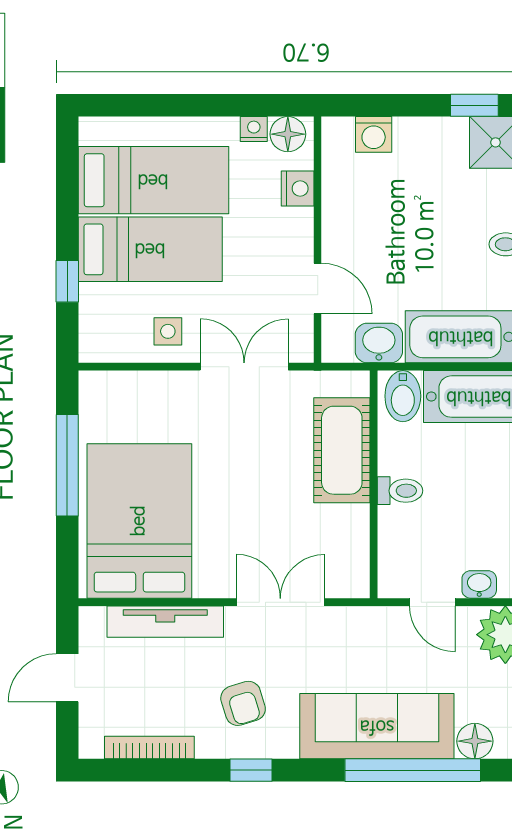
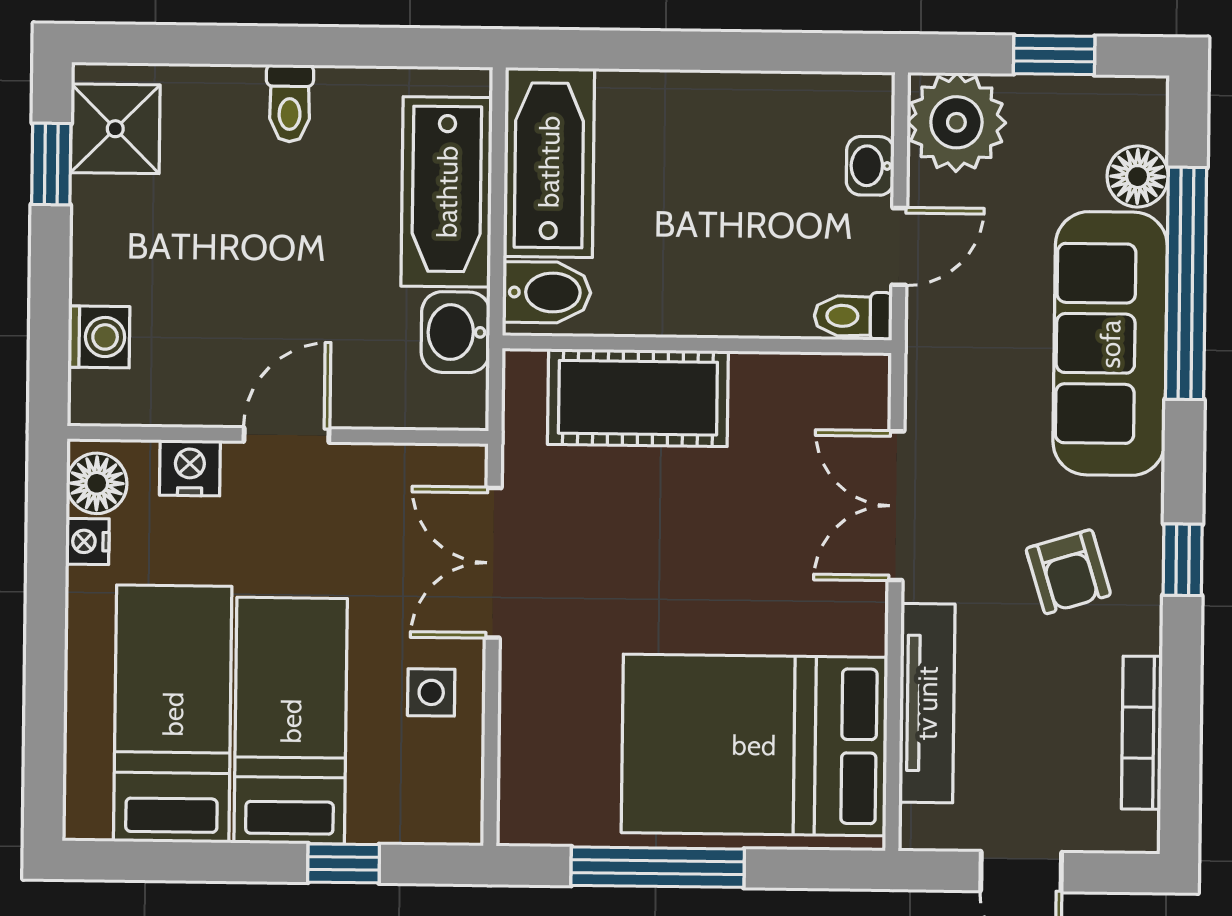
door: (318, 288) -> (287, 435), moved
toilet: (400, 491) -> (853, 316), moved, turned -90
armchair: (243, 703) -> (1068, 572), turned 90

